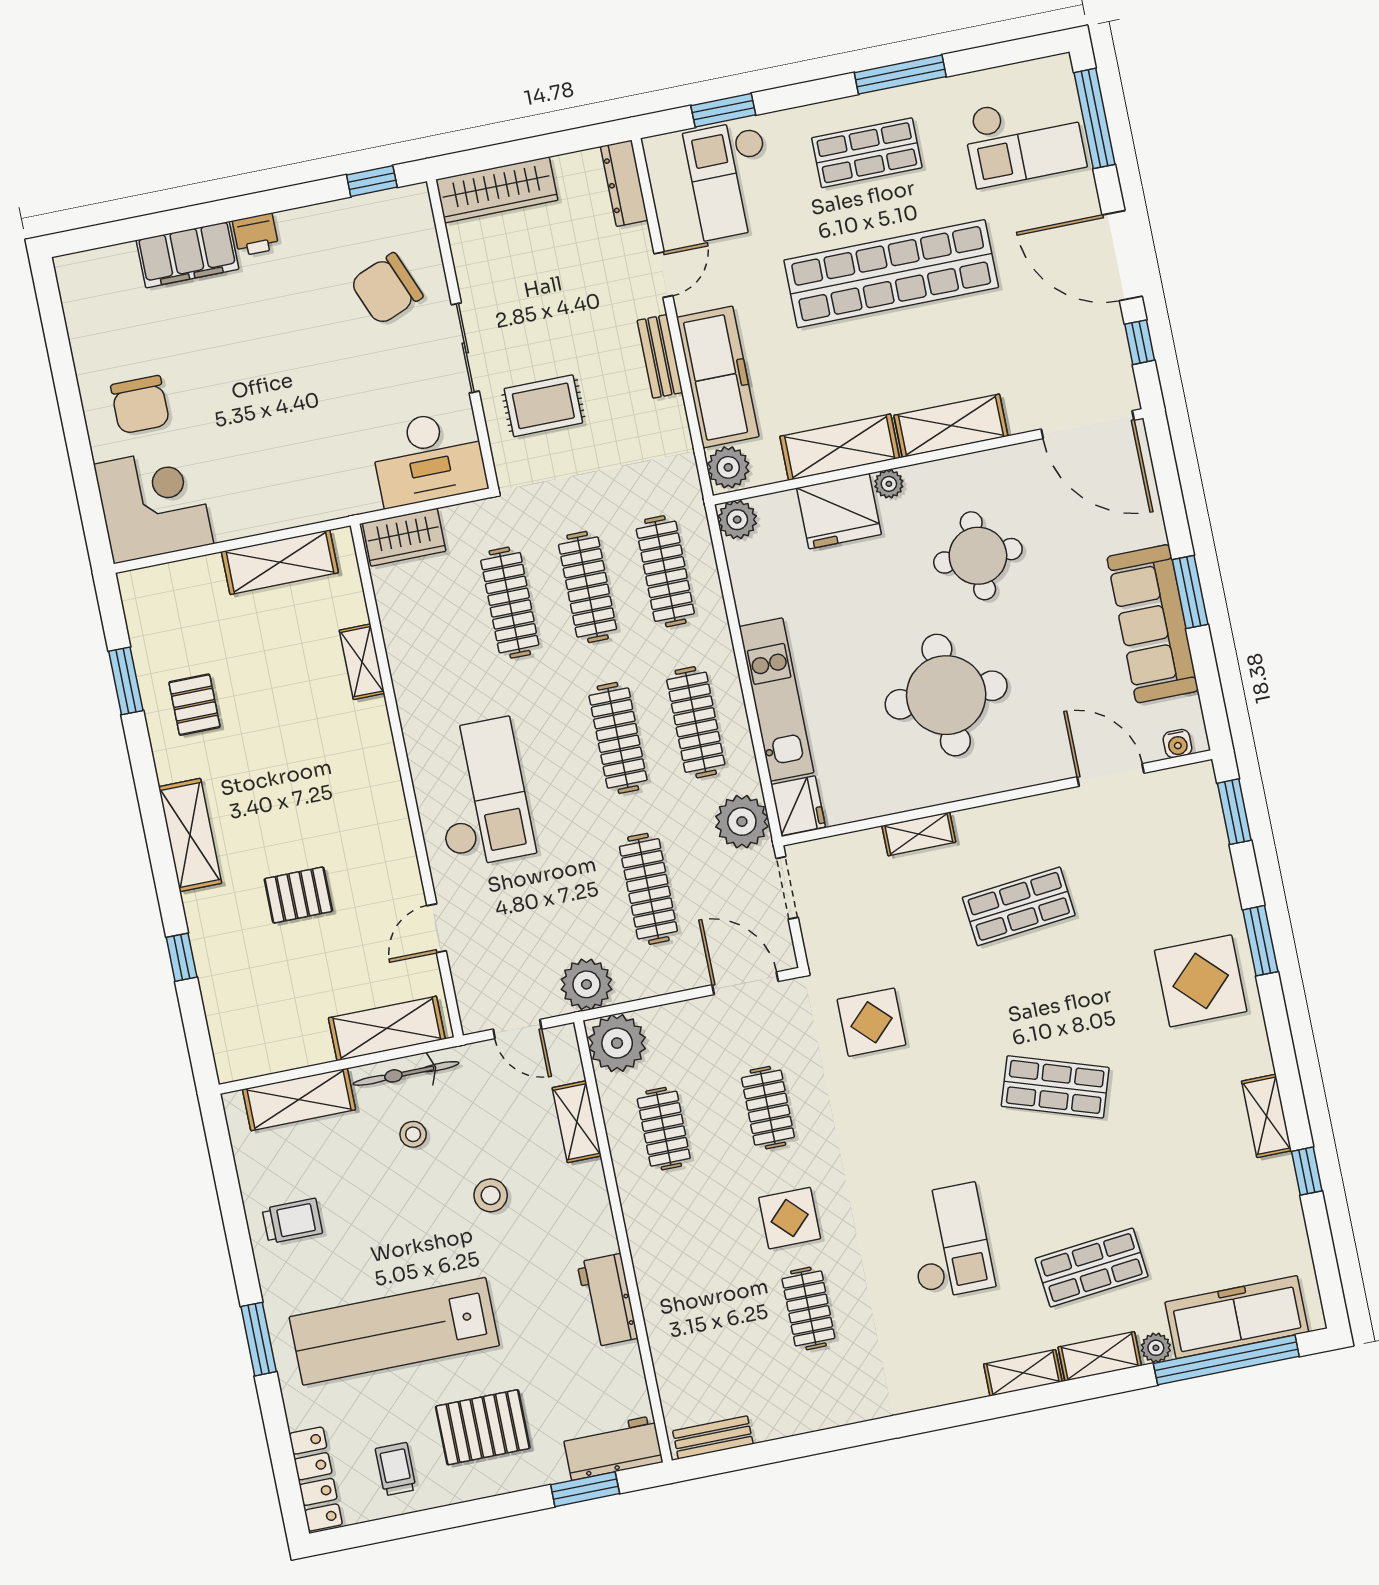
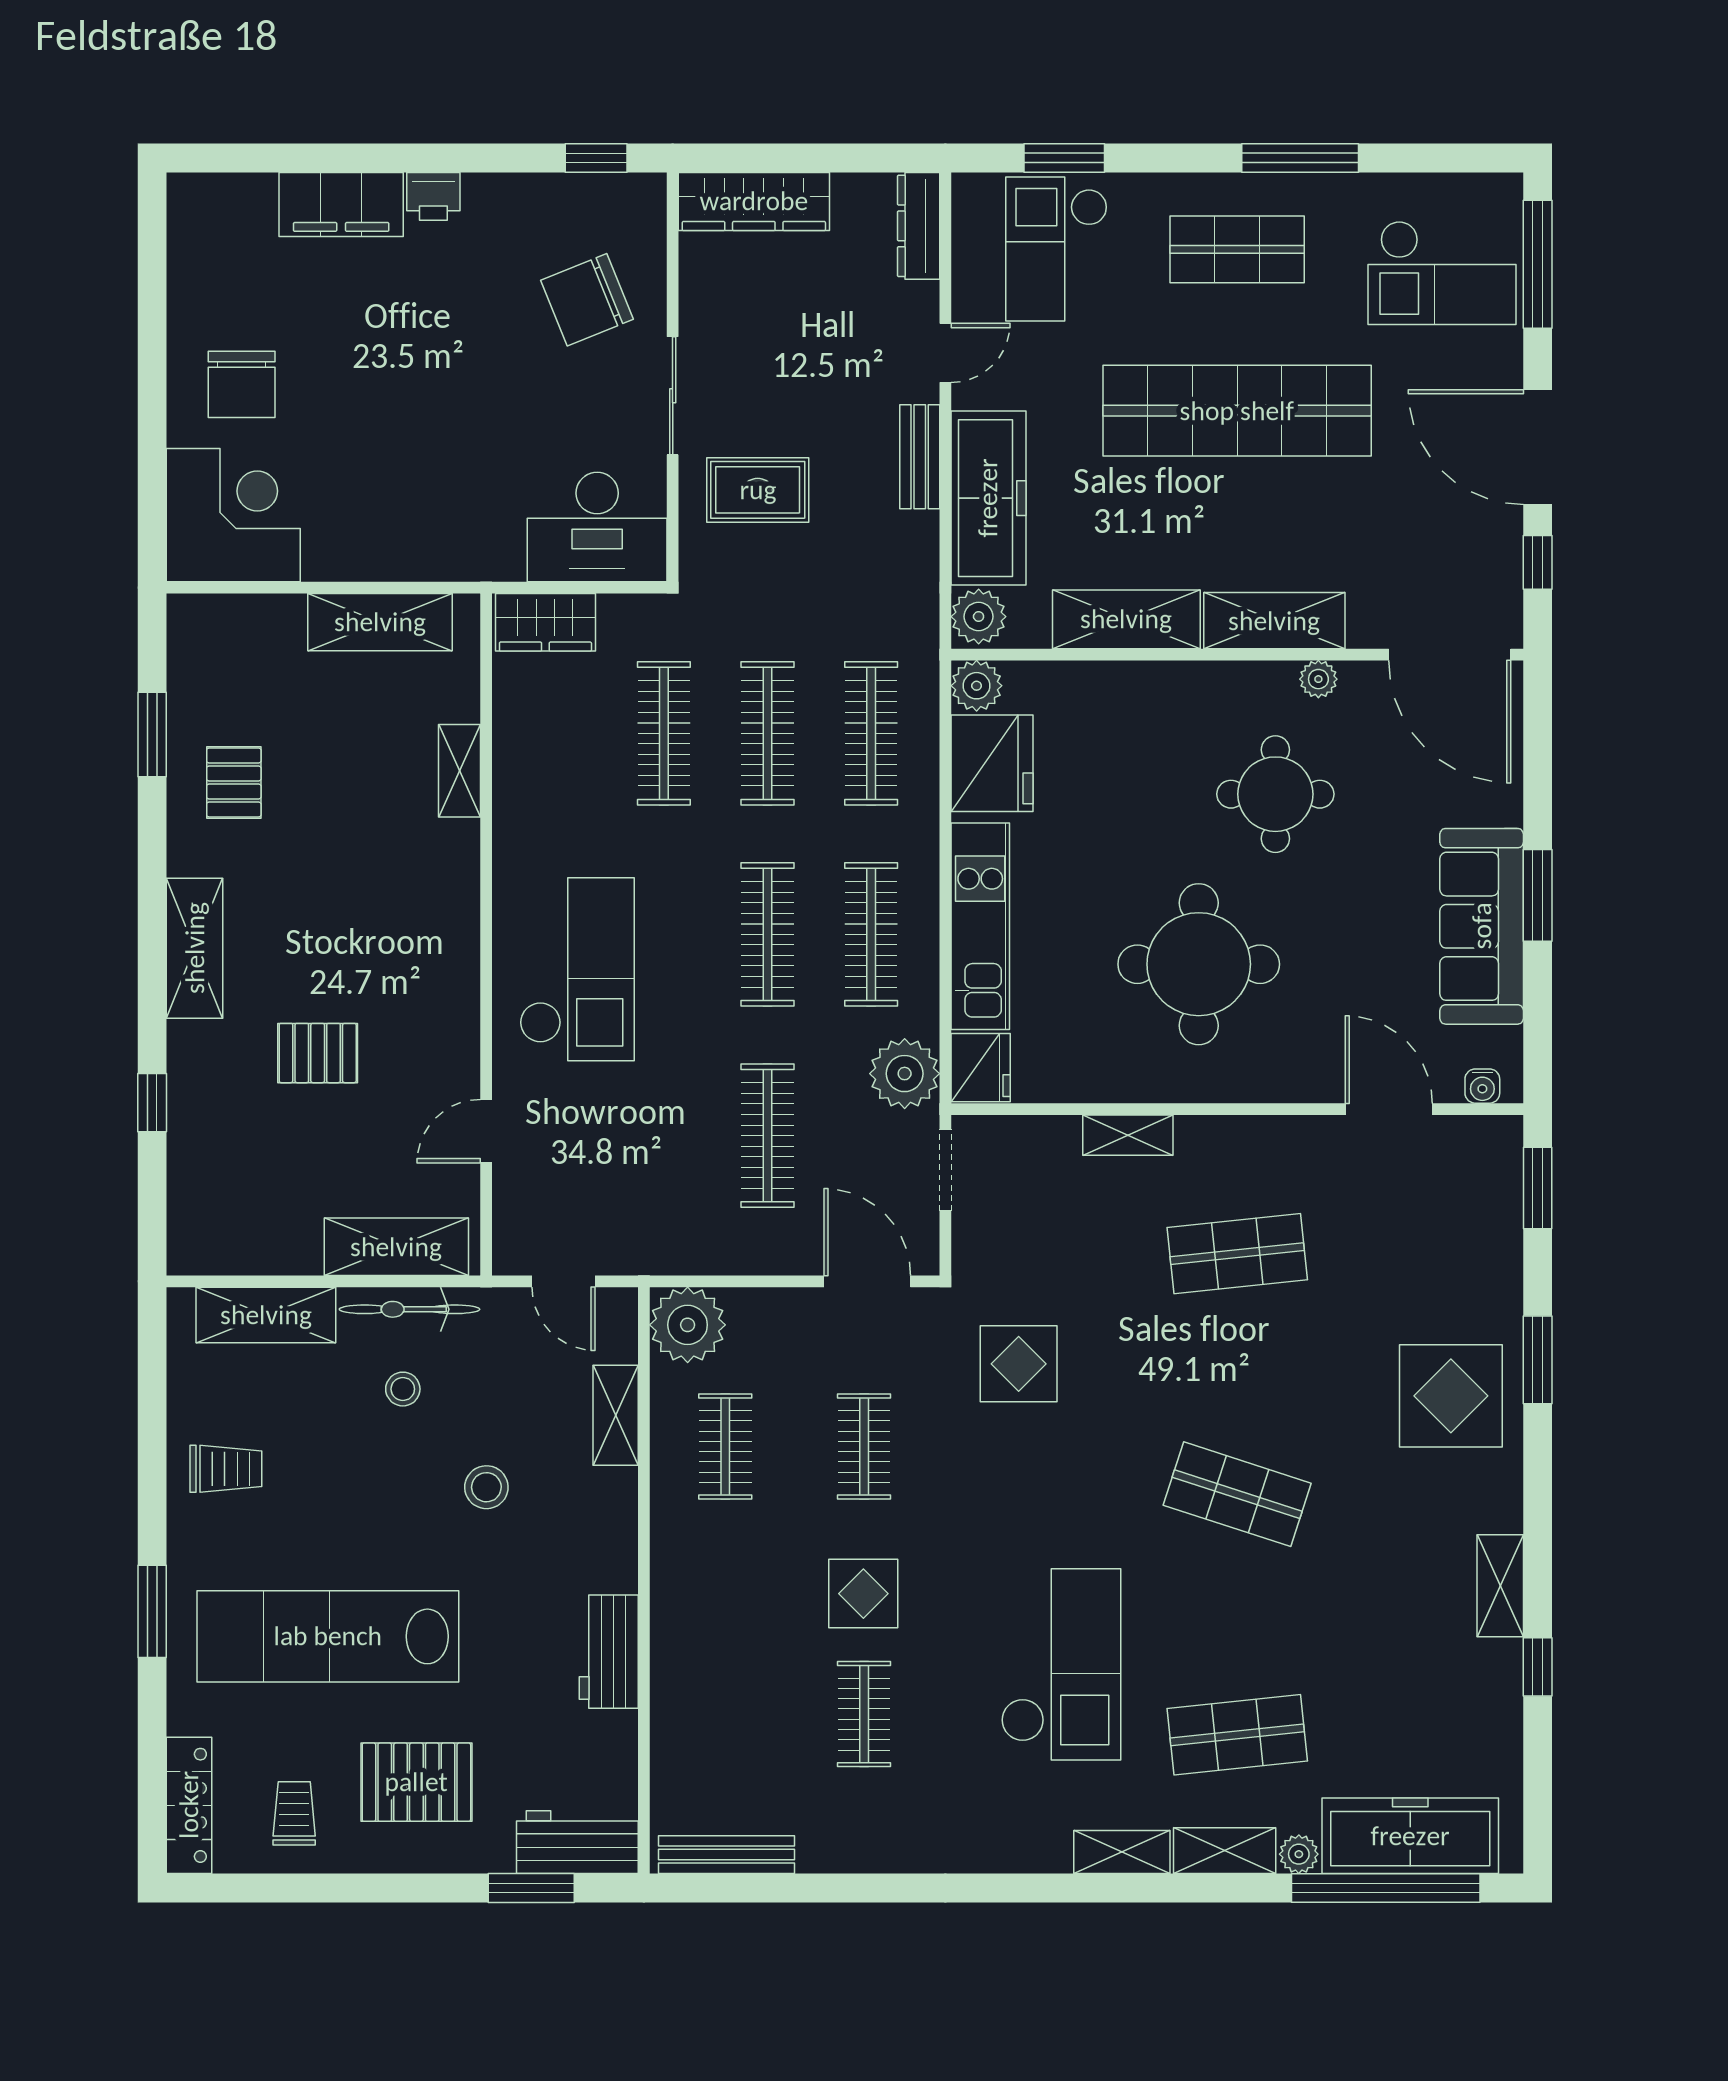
plant: (889, 484) -> (1318, 679), moved
fridge: (839, 511) -> (992, 763), moved, turned -90
plant: (586, 984) -> (664, 1242), removed
checkout: (949, 1241) -> (1061, 1664), width x1.36, depth x1.21
bench: (713, 1437) -> (727, 1855), width x1.36

